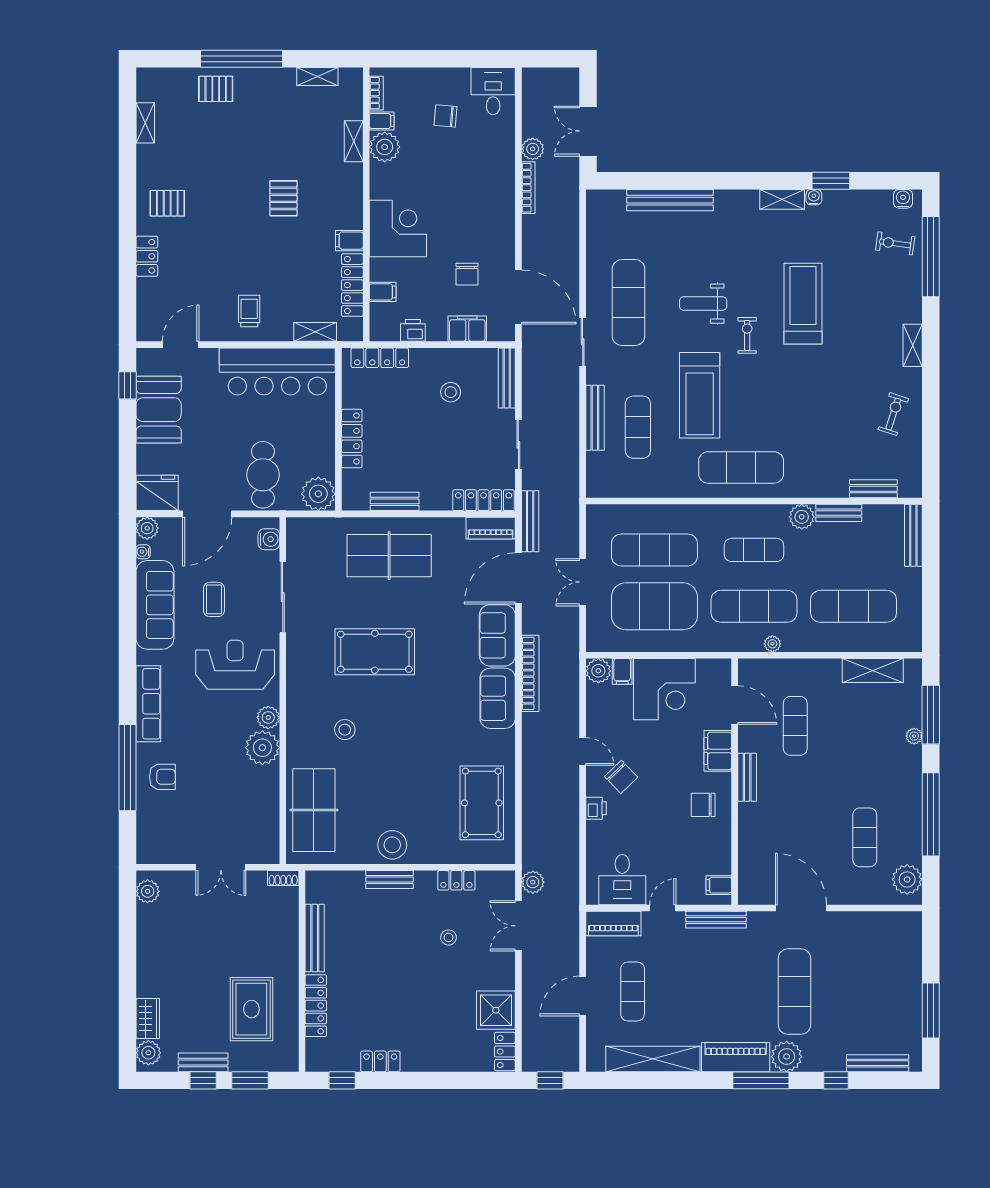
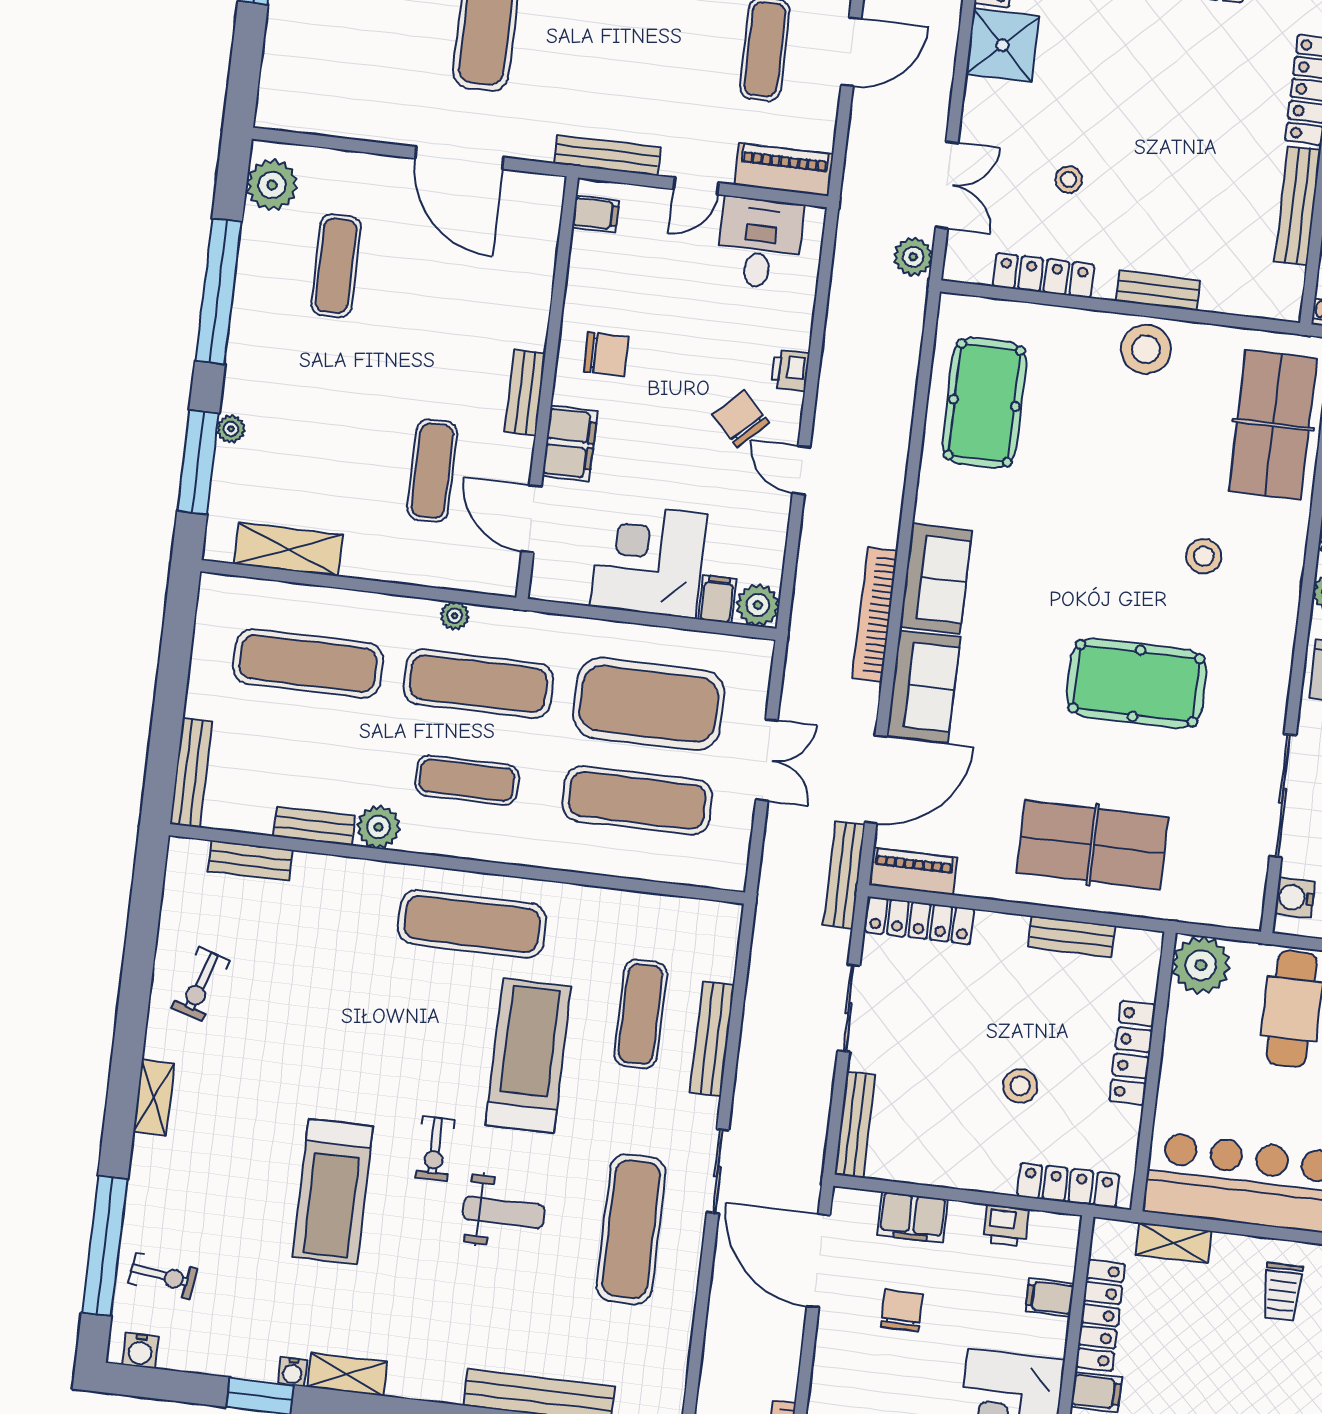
stool: (451, 392) -> (1020, 1086), moved
locker: (456, 880) -> (1044, 275), width x1.53

